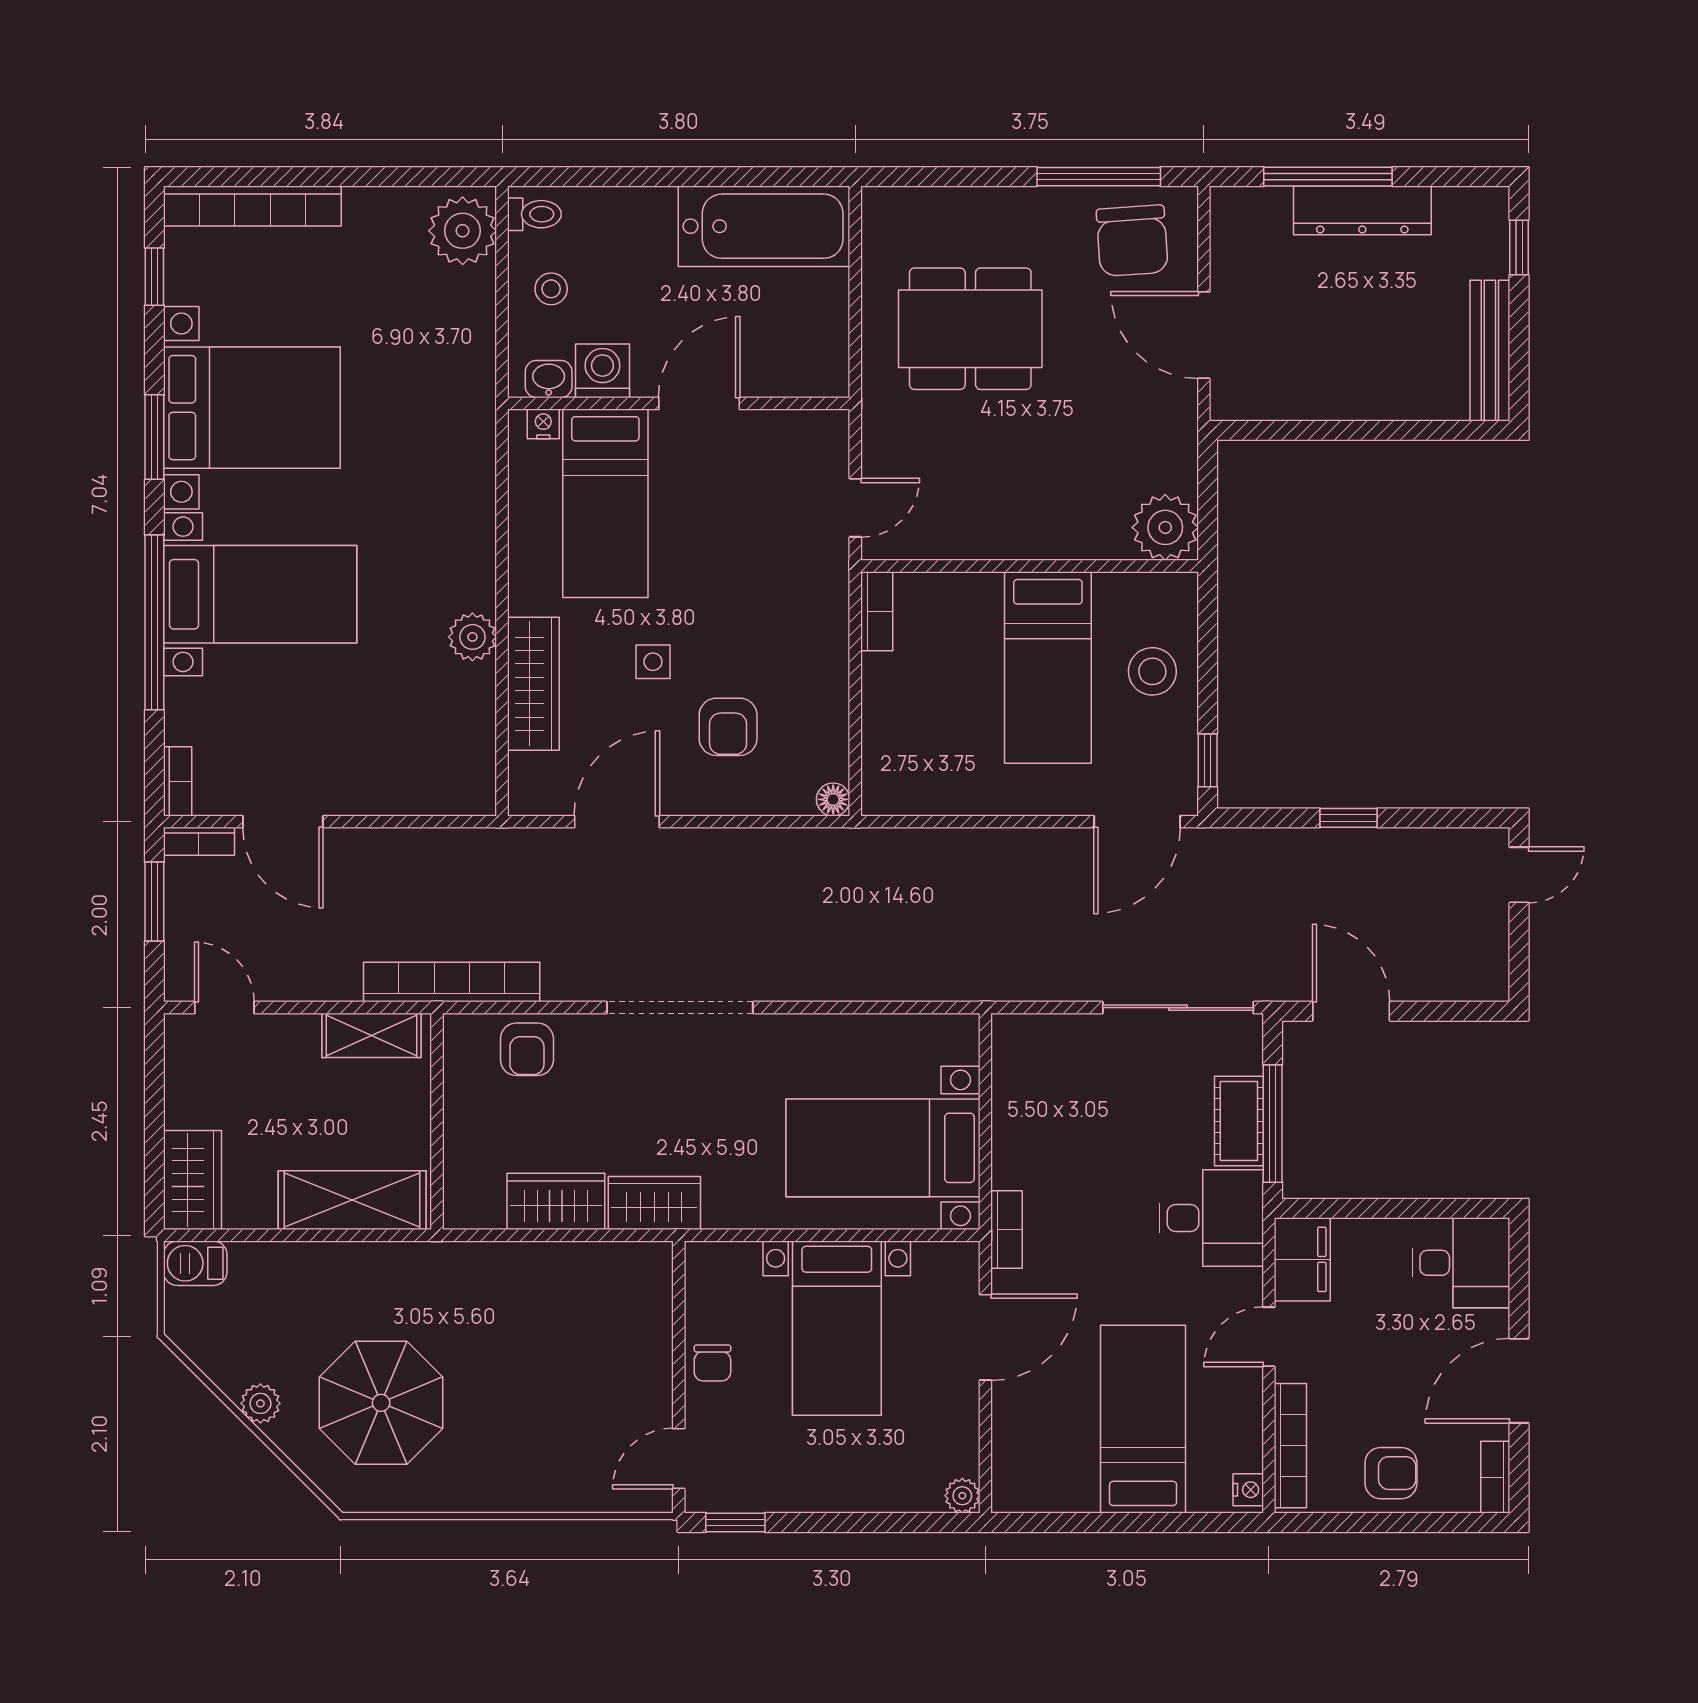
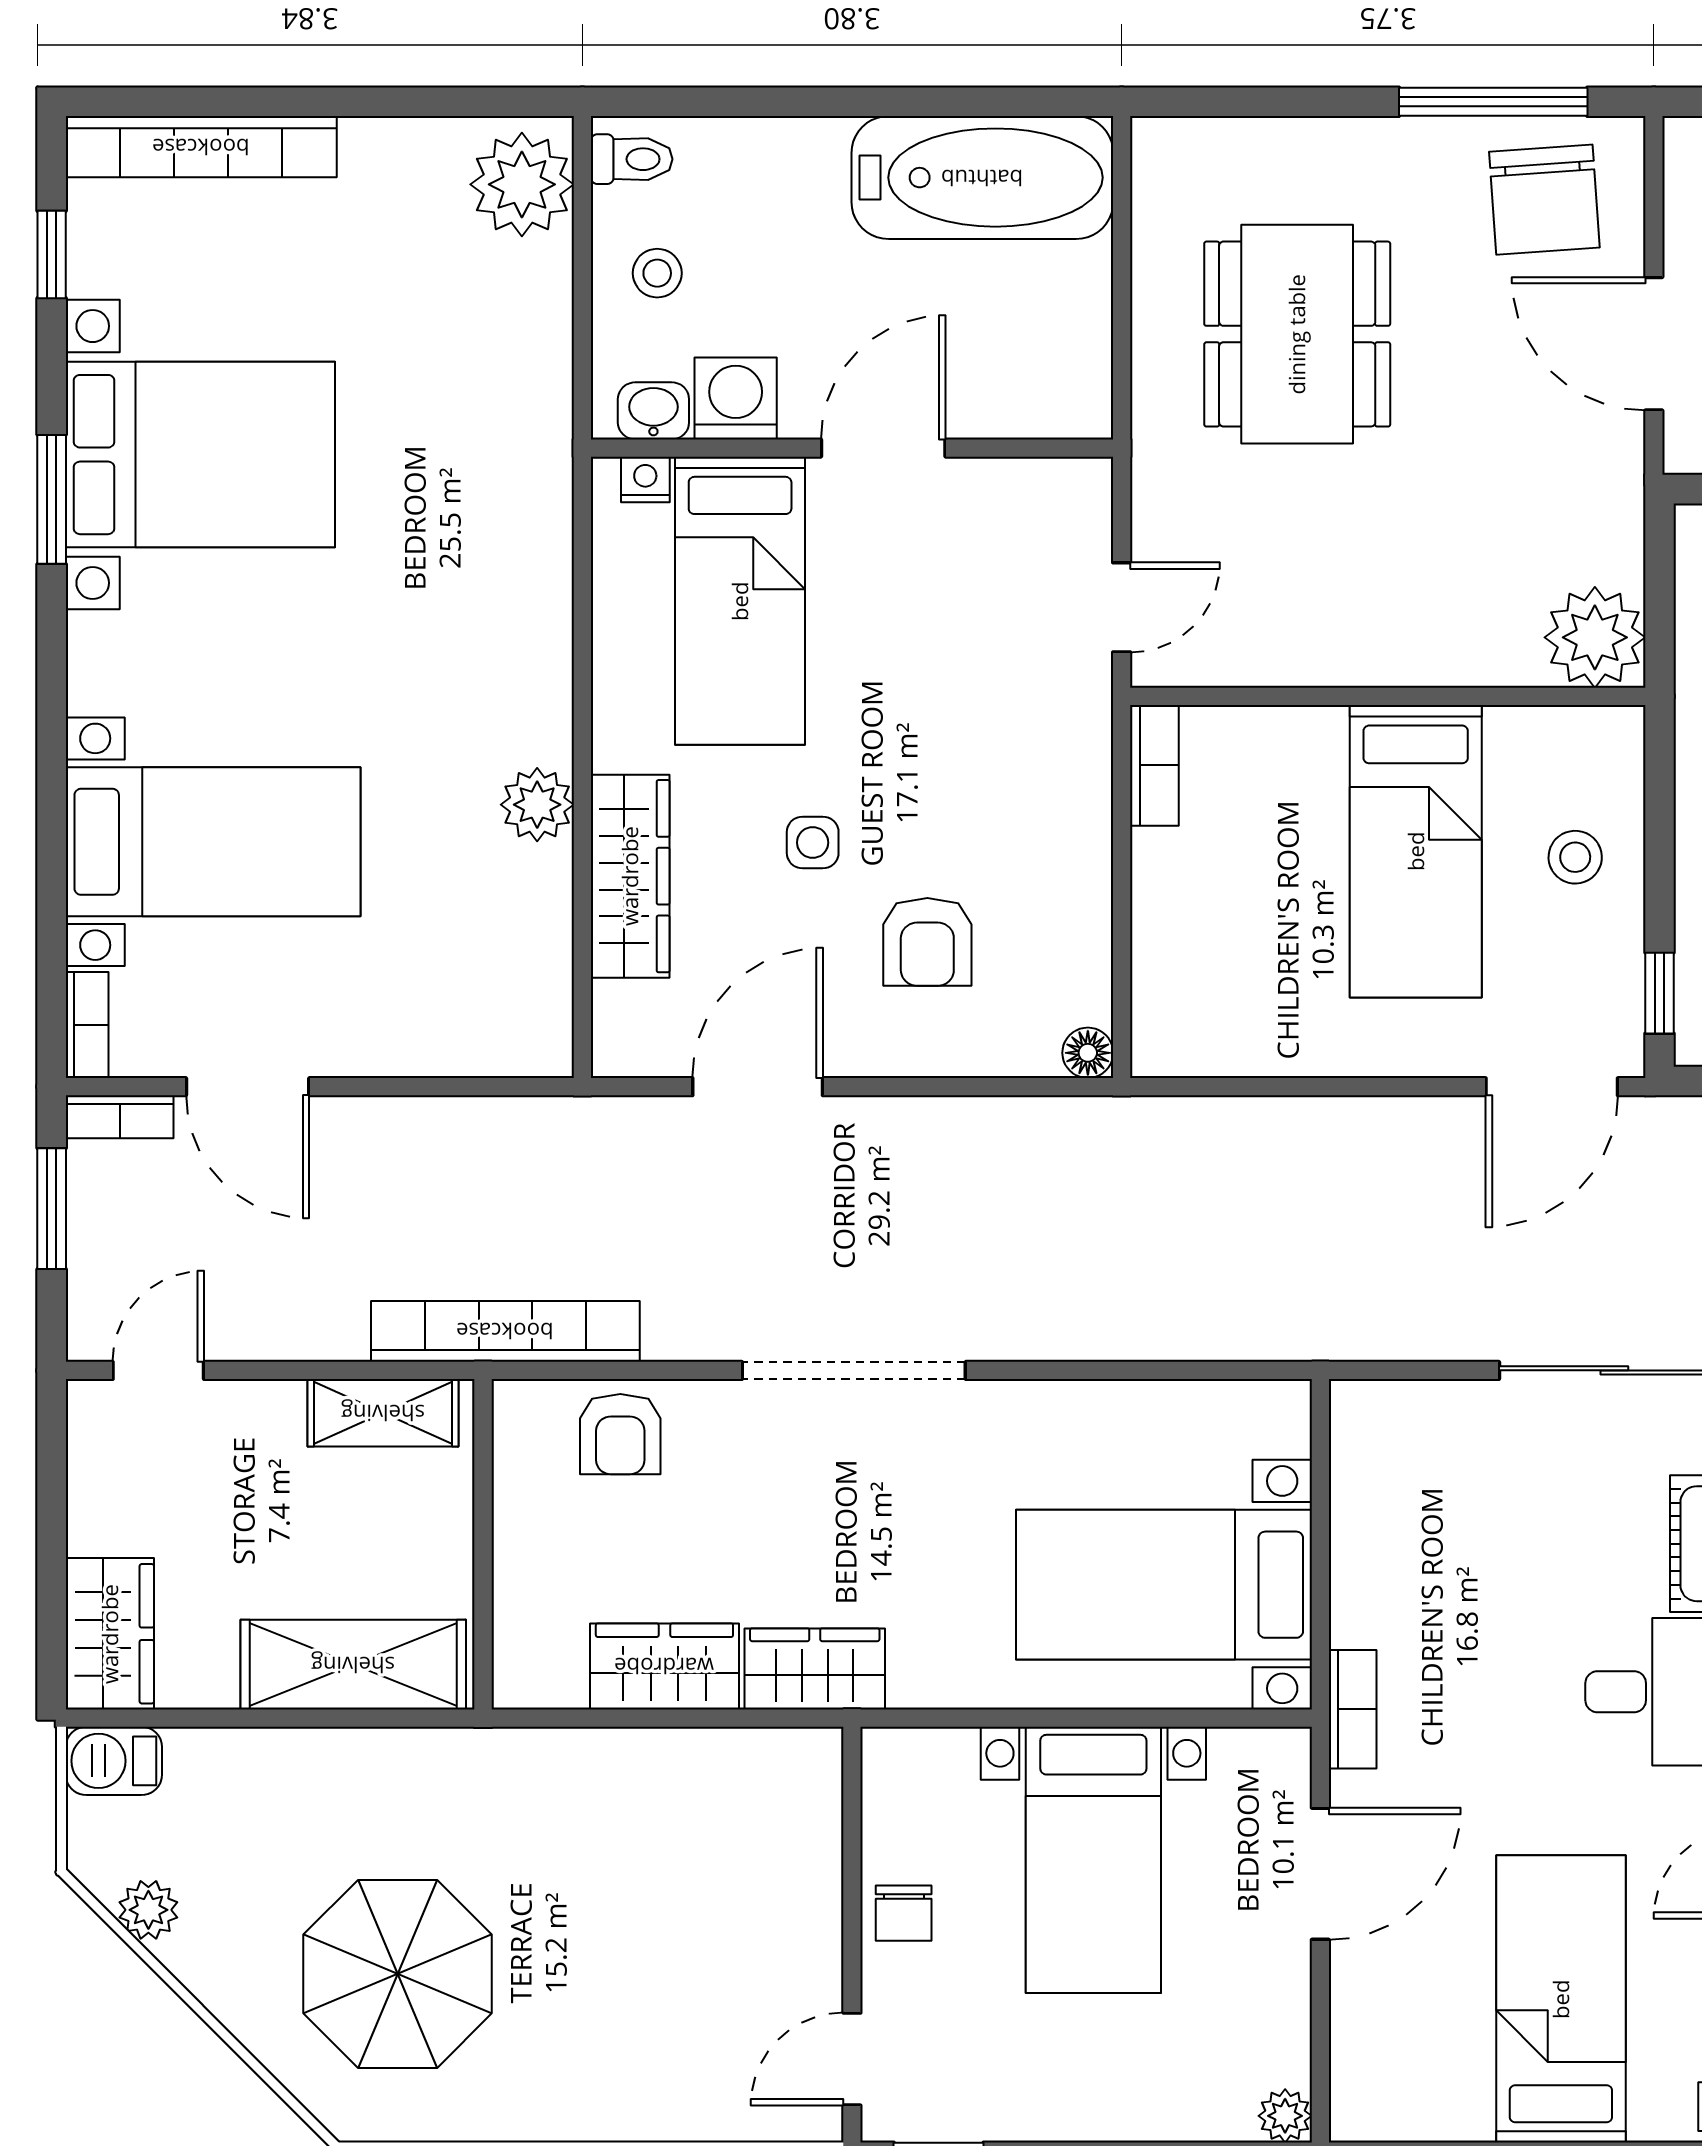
dining table: (970, 329) -> (1297, 334), turned 90
bed with nightstands: (260, 594) -> (213, 842), moved
window: (154, 622) -> (52, 782), removed
stool: (1152, 671) -> (1575, 857), width x0.73, depth x0.73
door: (224, 1008) -> (158, 1370), hinge flipped
plant: (260, 1403) -> (148, 1910), moved

